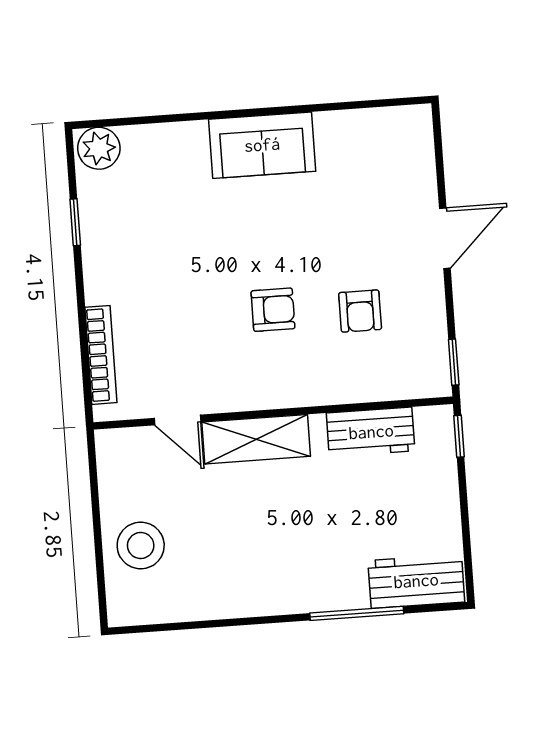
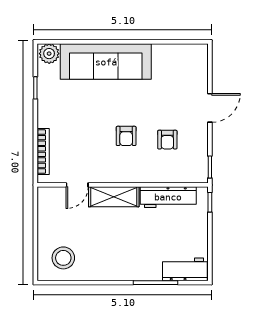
sofa: (262, 145) -> (106, 62), width x1.85, depth x1.27
armchair: (273, 310) -> (126, 136), turned 90
door: (178, 420) -> (77, 185), hinge flipped
workbench: (371, 432) -> (168, 197), width x1.38
stool: (141, 545) -> (63, 258), moved

